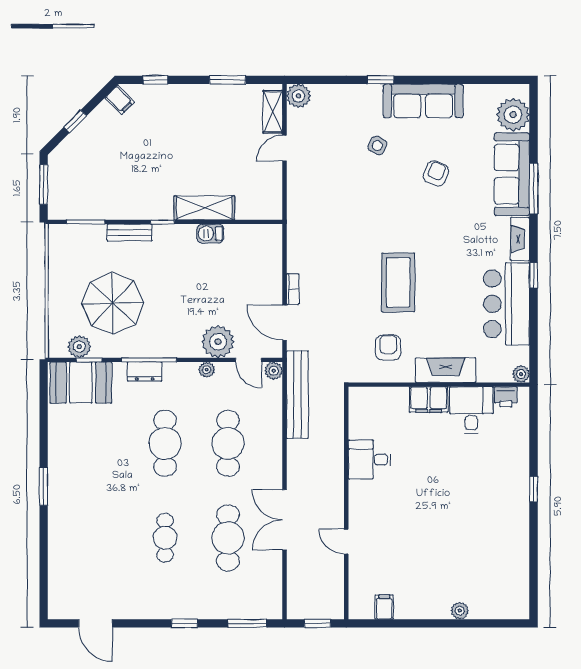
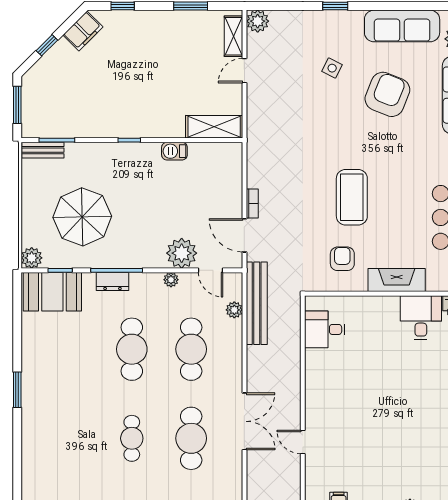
filing cabinet: (120, 100) -> (83, 31), width x2.00
sofa: (423, 101) -> (402, 26), moved
armchair: (436, 173) -> (387, 94), width x1.88, depth x1.88
shelving: (204, 208) -> (214, 127), moved
bench: (129, 232) -> (43, 150), moved
plant: (79, 347) -> (32, 258), moved
plant: (274, 371) -> (234, 310), moved
filing cabinet: (429, 400) -> (381, 308), removed
desk: (369, 460) -> (325, 329), moved
double door: (284, 520) -> (244, 421), swing flipped

